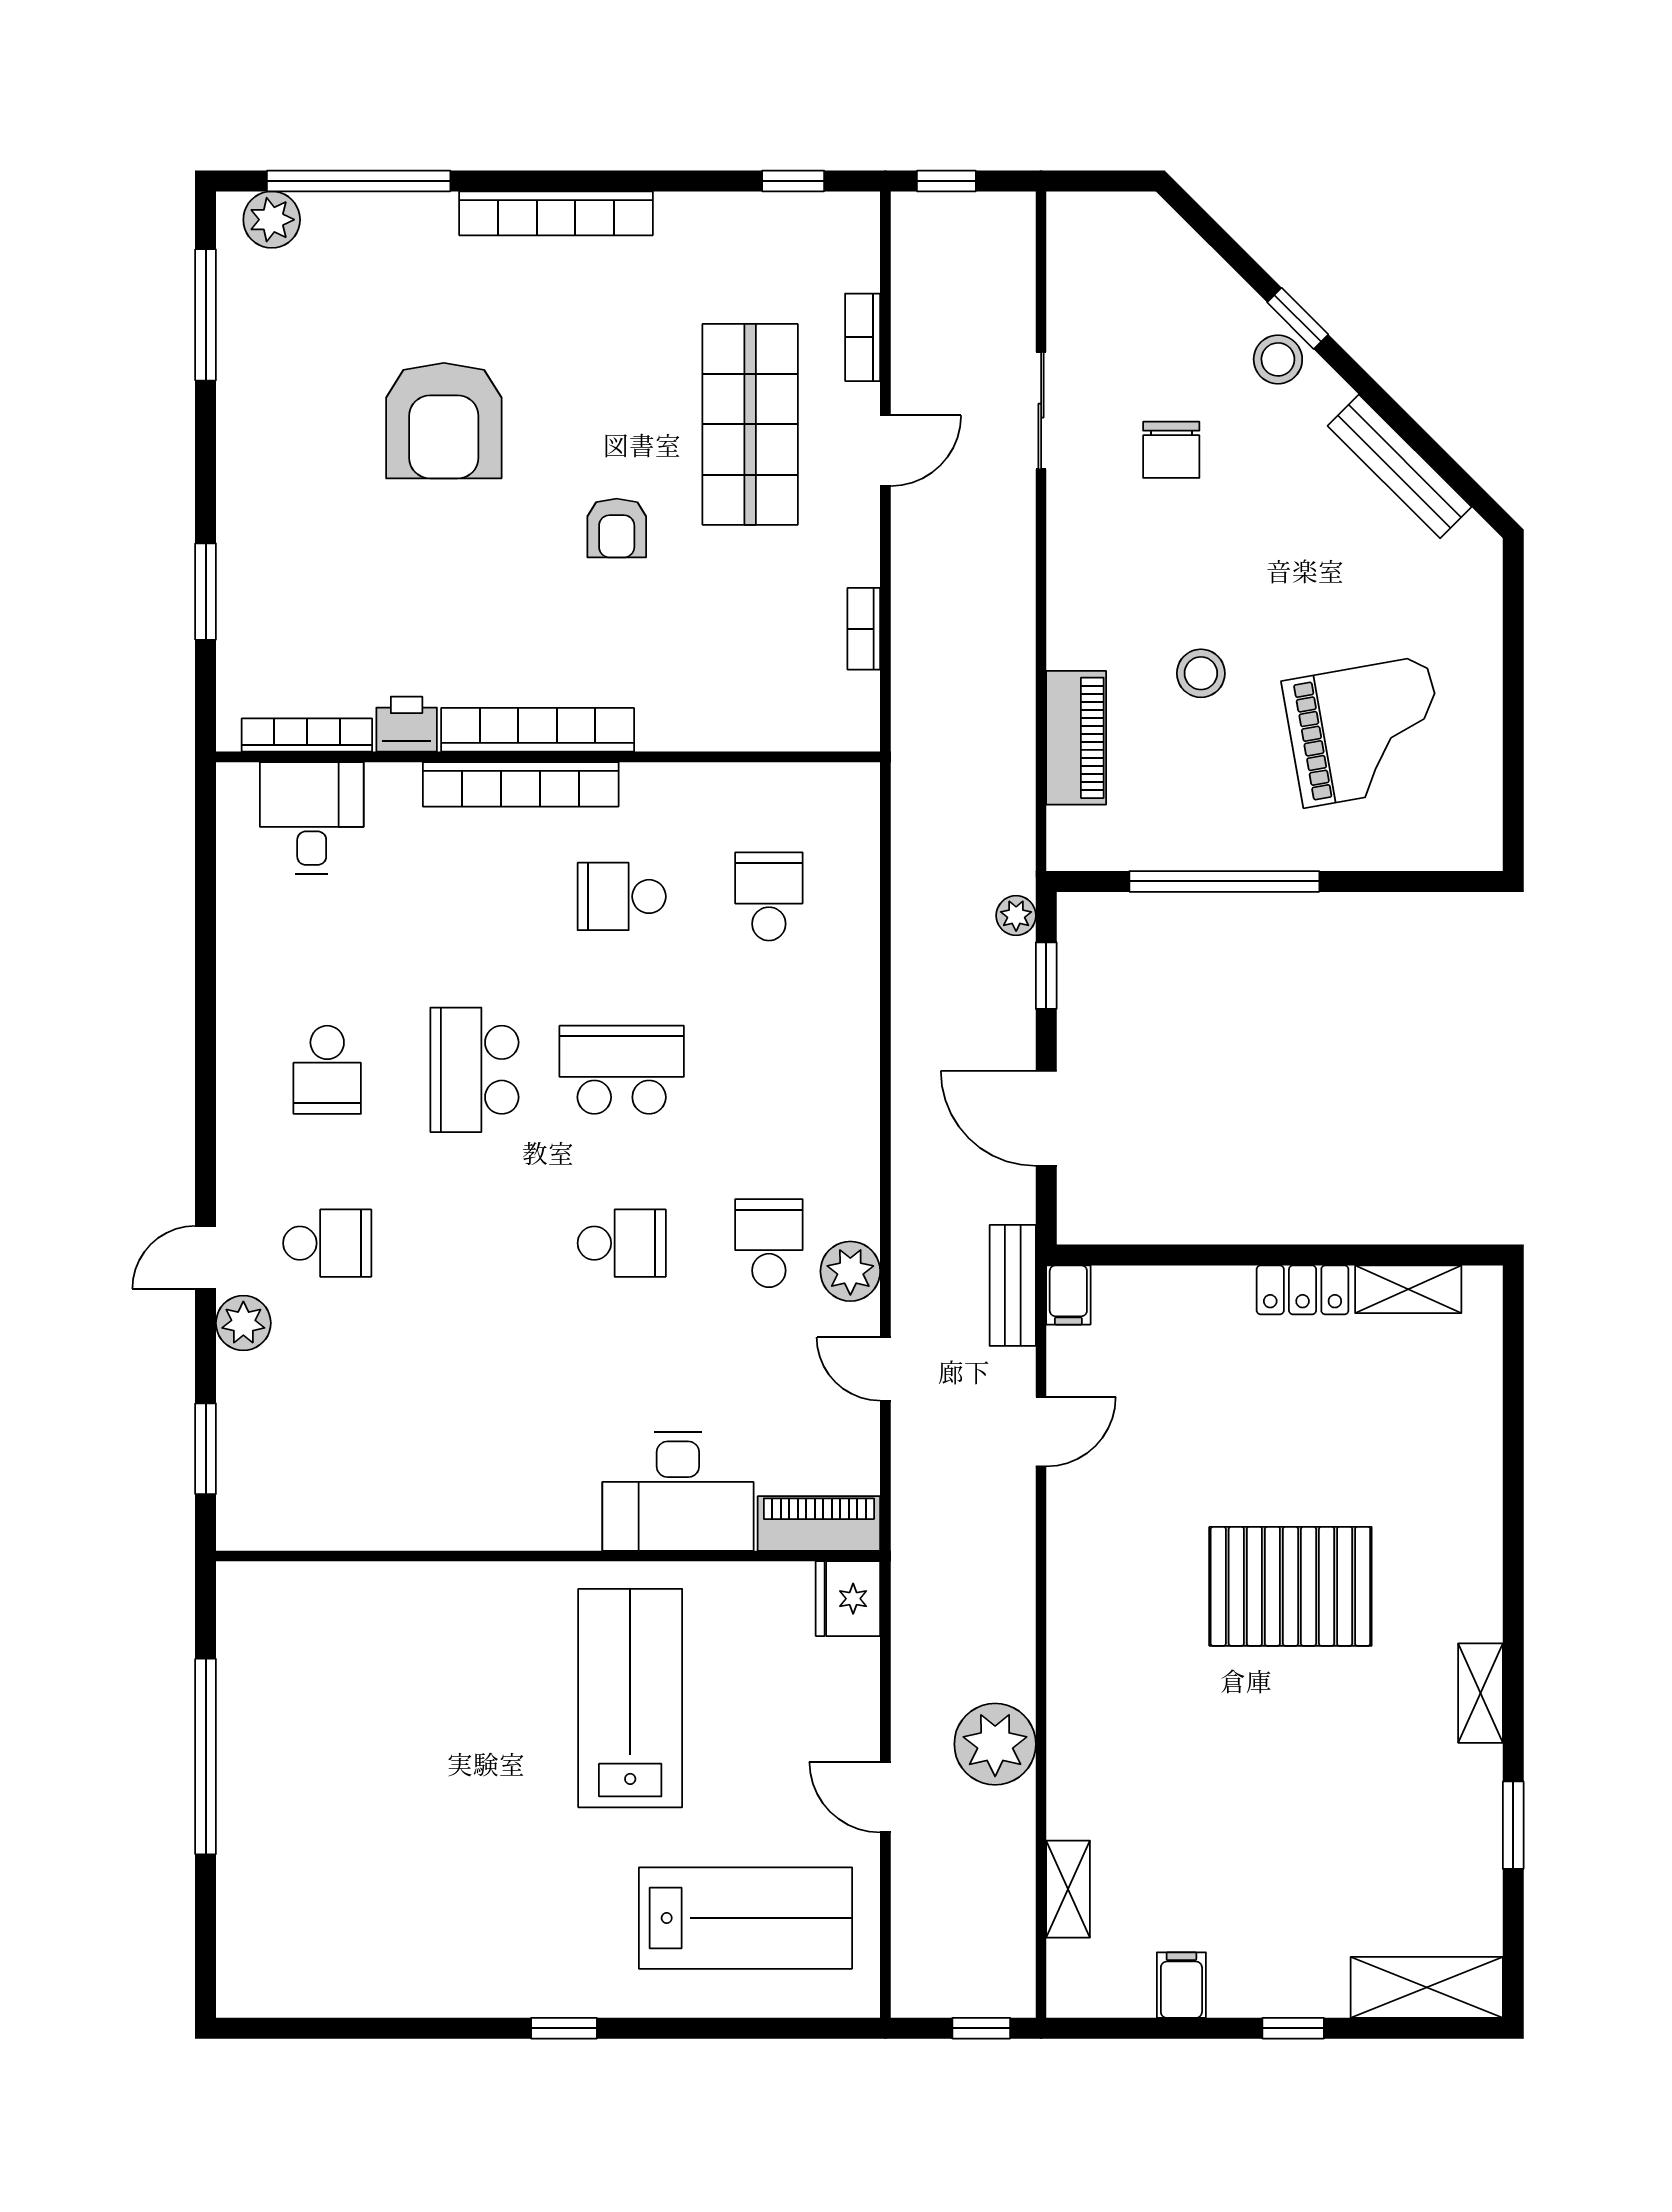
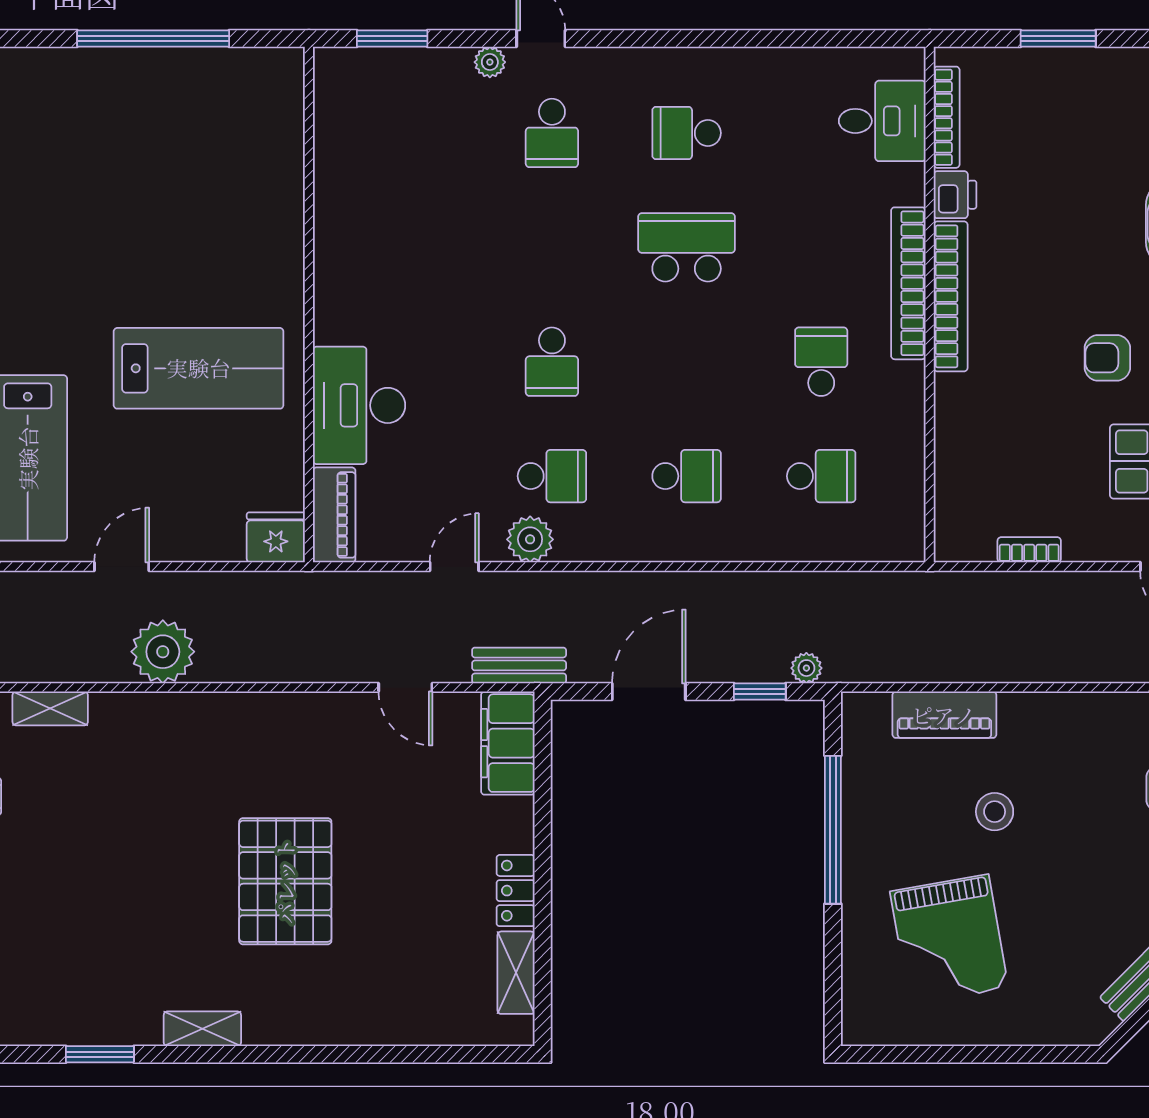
school desk: (622, 1070) -> (687, 476), moved, width x0.54
filing cabinet: (1068, 1295) -> (508, 743), width x3.00, depth x1.17
plant: (243, 1323) -> (490, 62), width x0.73, depth x0.73

